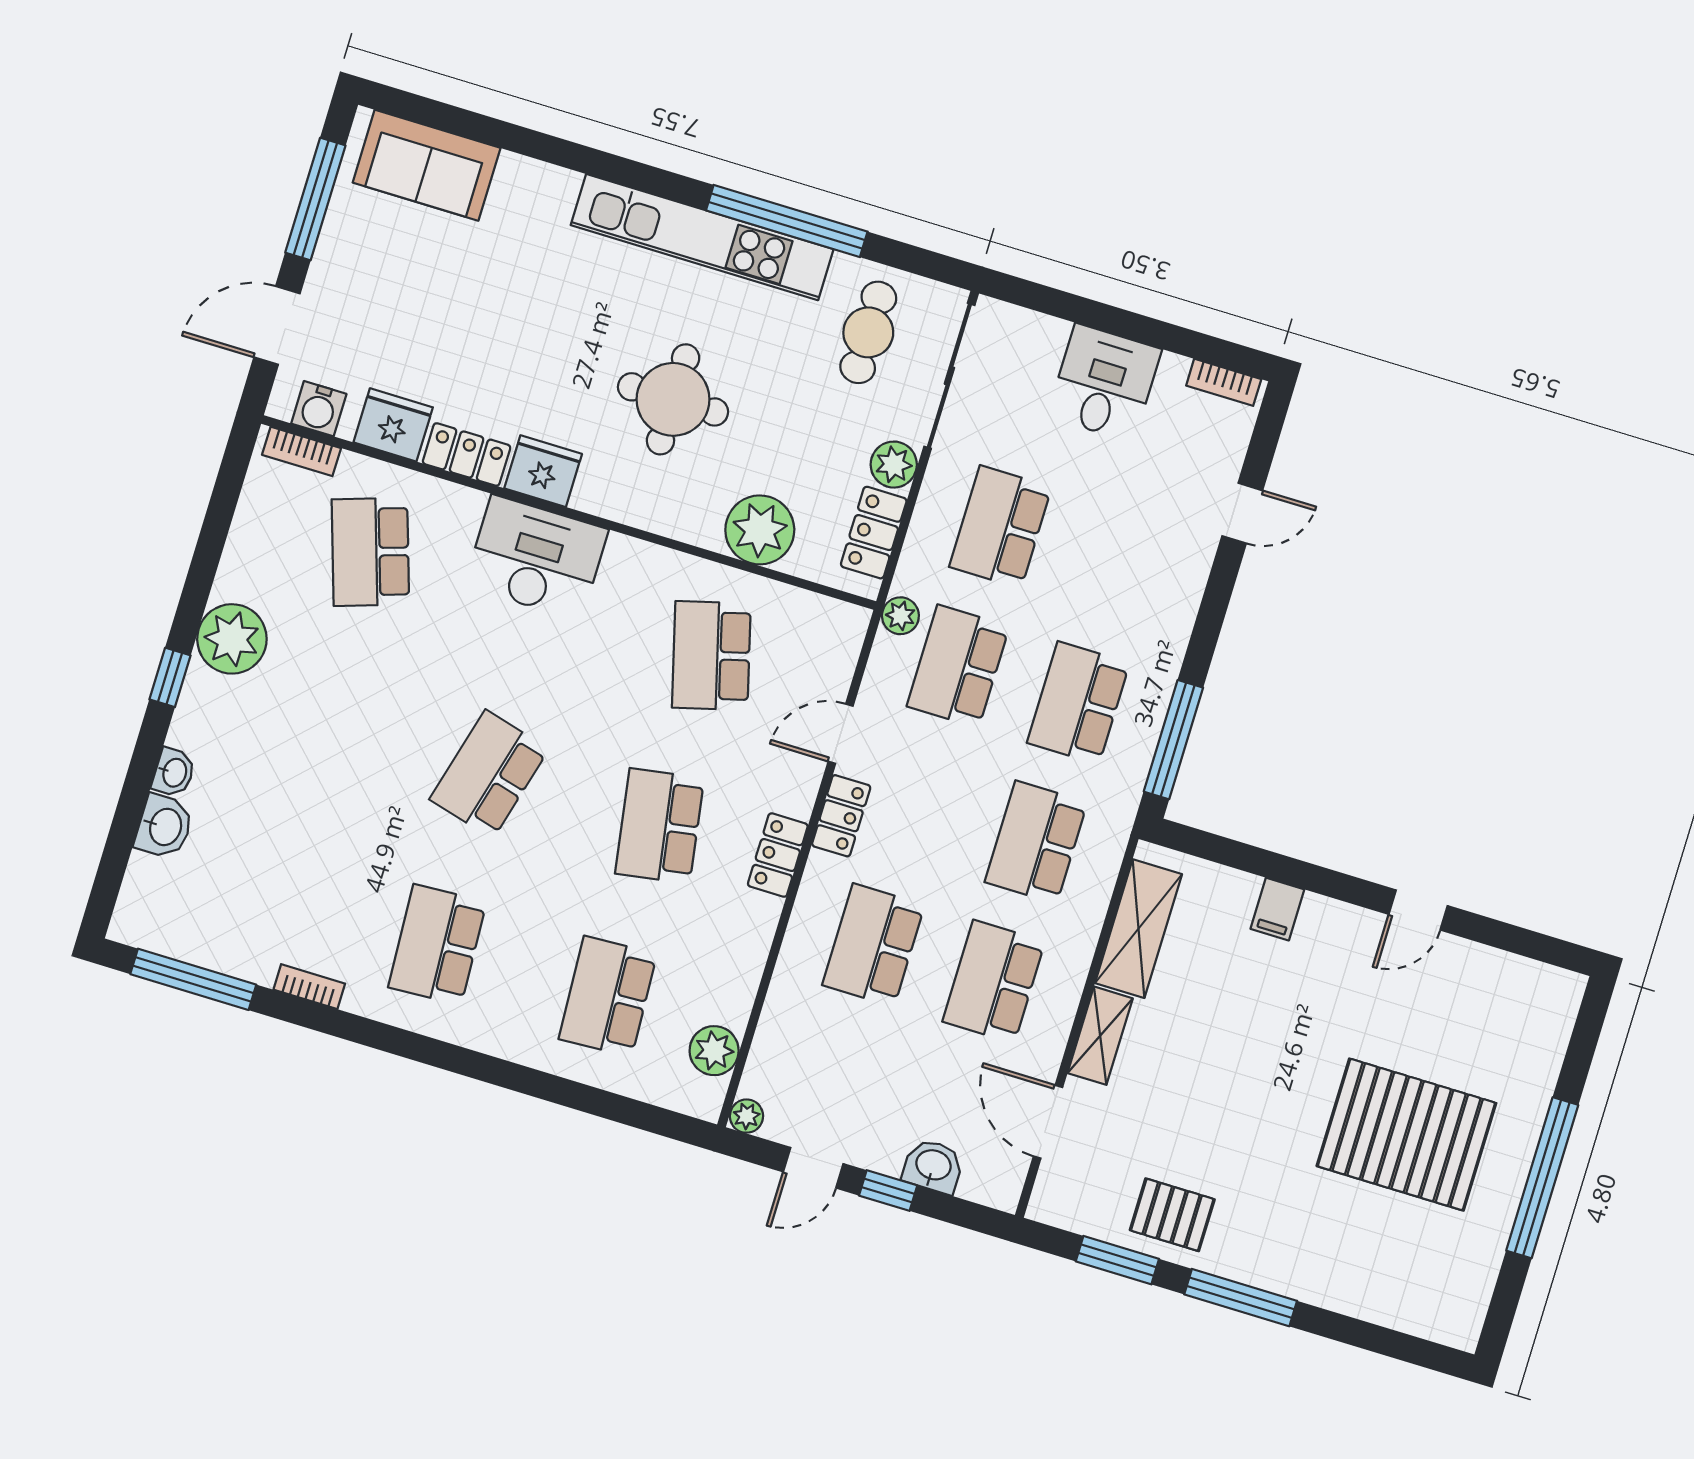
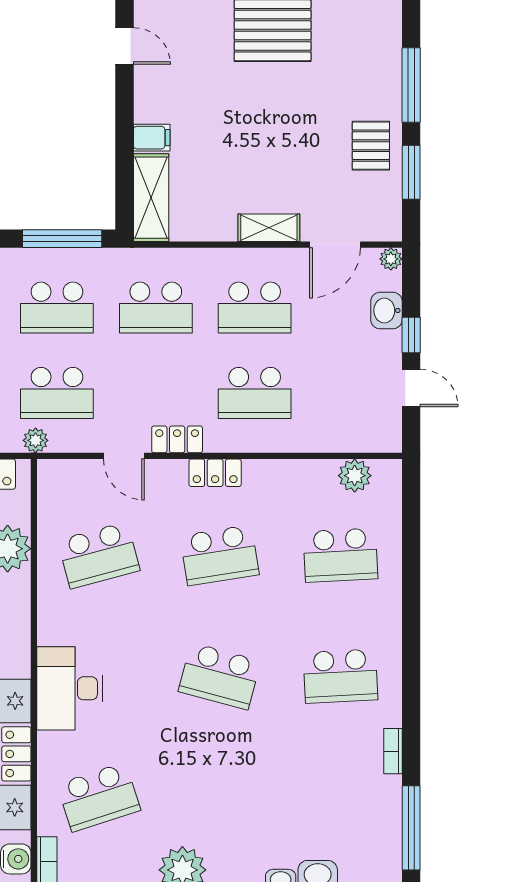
shelving: (1138, 929) -> (151, 198), moved, turned 90
plant: (747, 1116) -> (391, 259), moved

